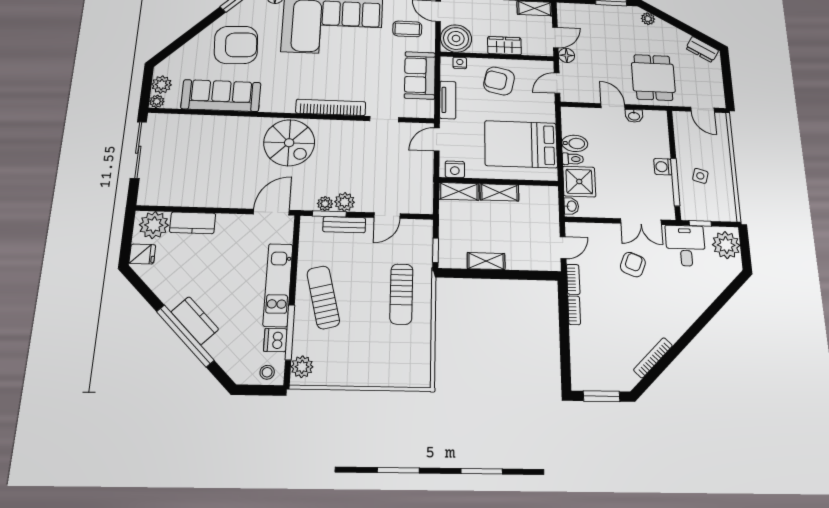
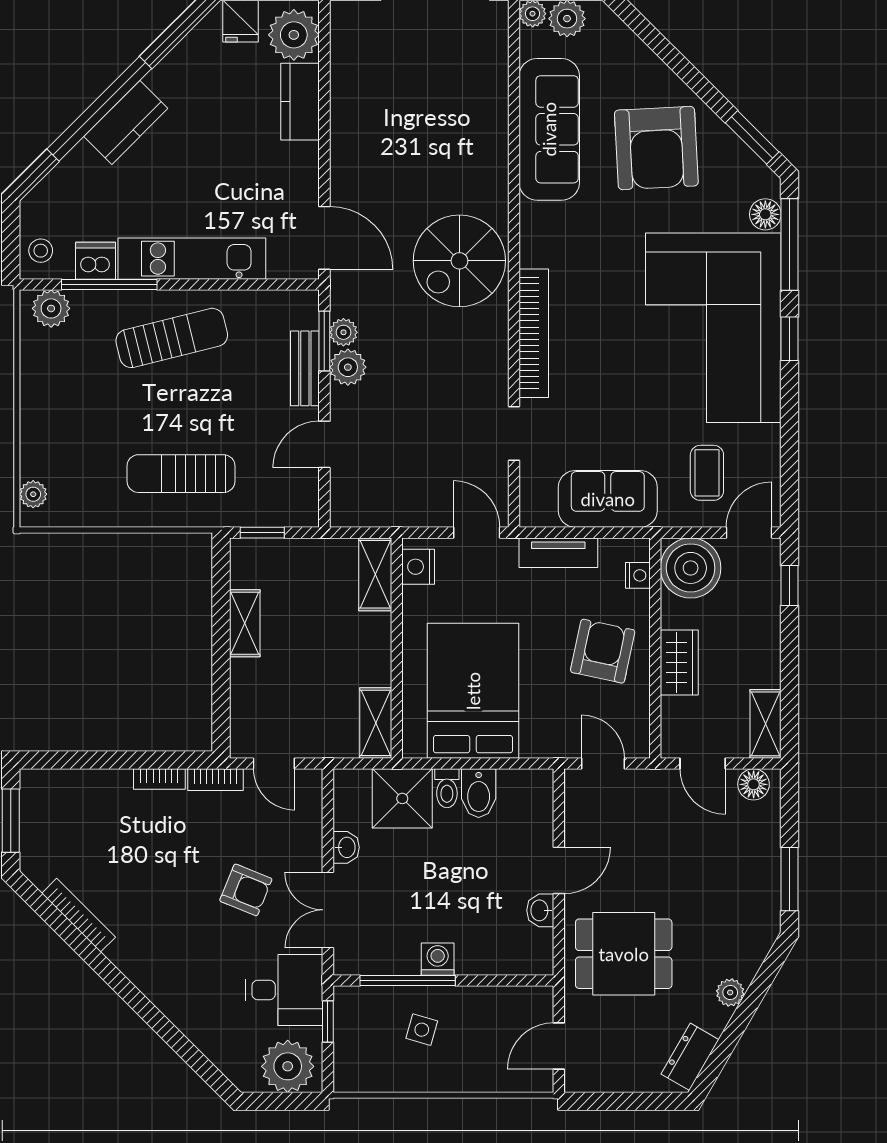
plant: (648, 19) -> (730, 992), moved
floor lamp: (567, 55) -> (754, 784), moved
shelving: (499, 192) -> (376, 723), moved
washbasin: (571, 206) -> (346, 847), moved, turned -90
door: (387, 216) -> (324, 444), hinge flipped
plant: (412, 379) -> (33, 494), added

